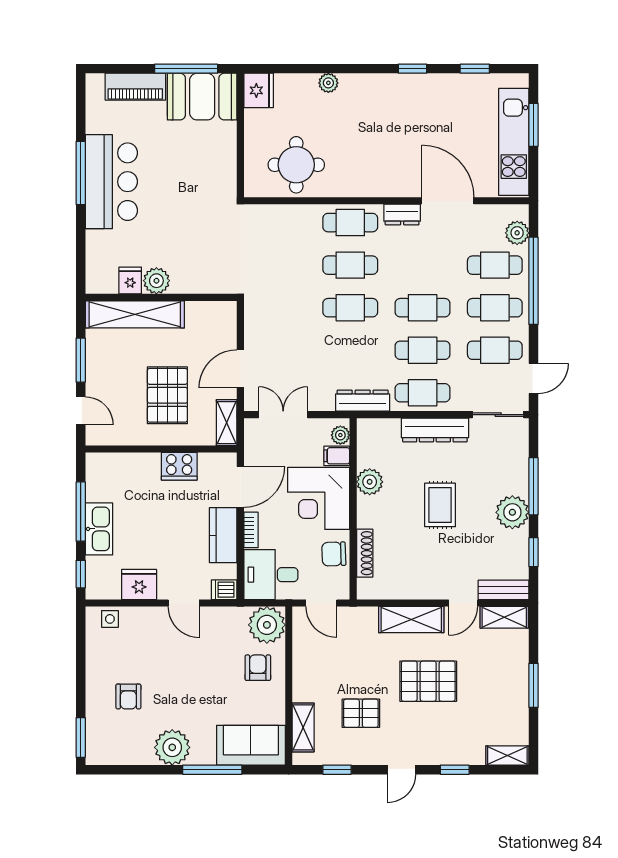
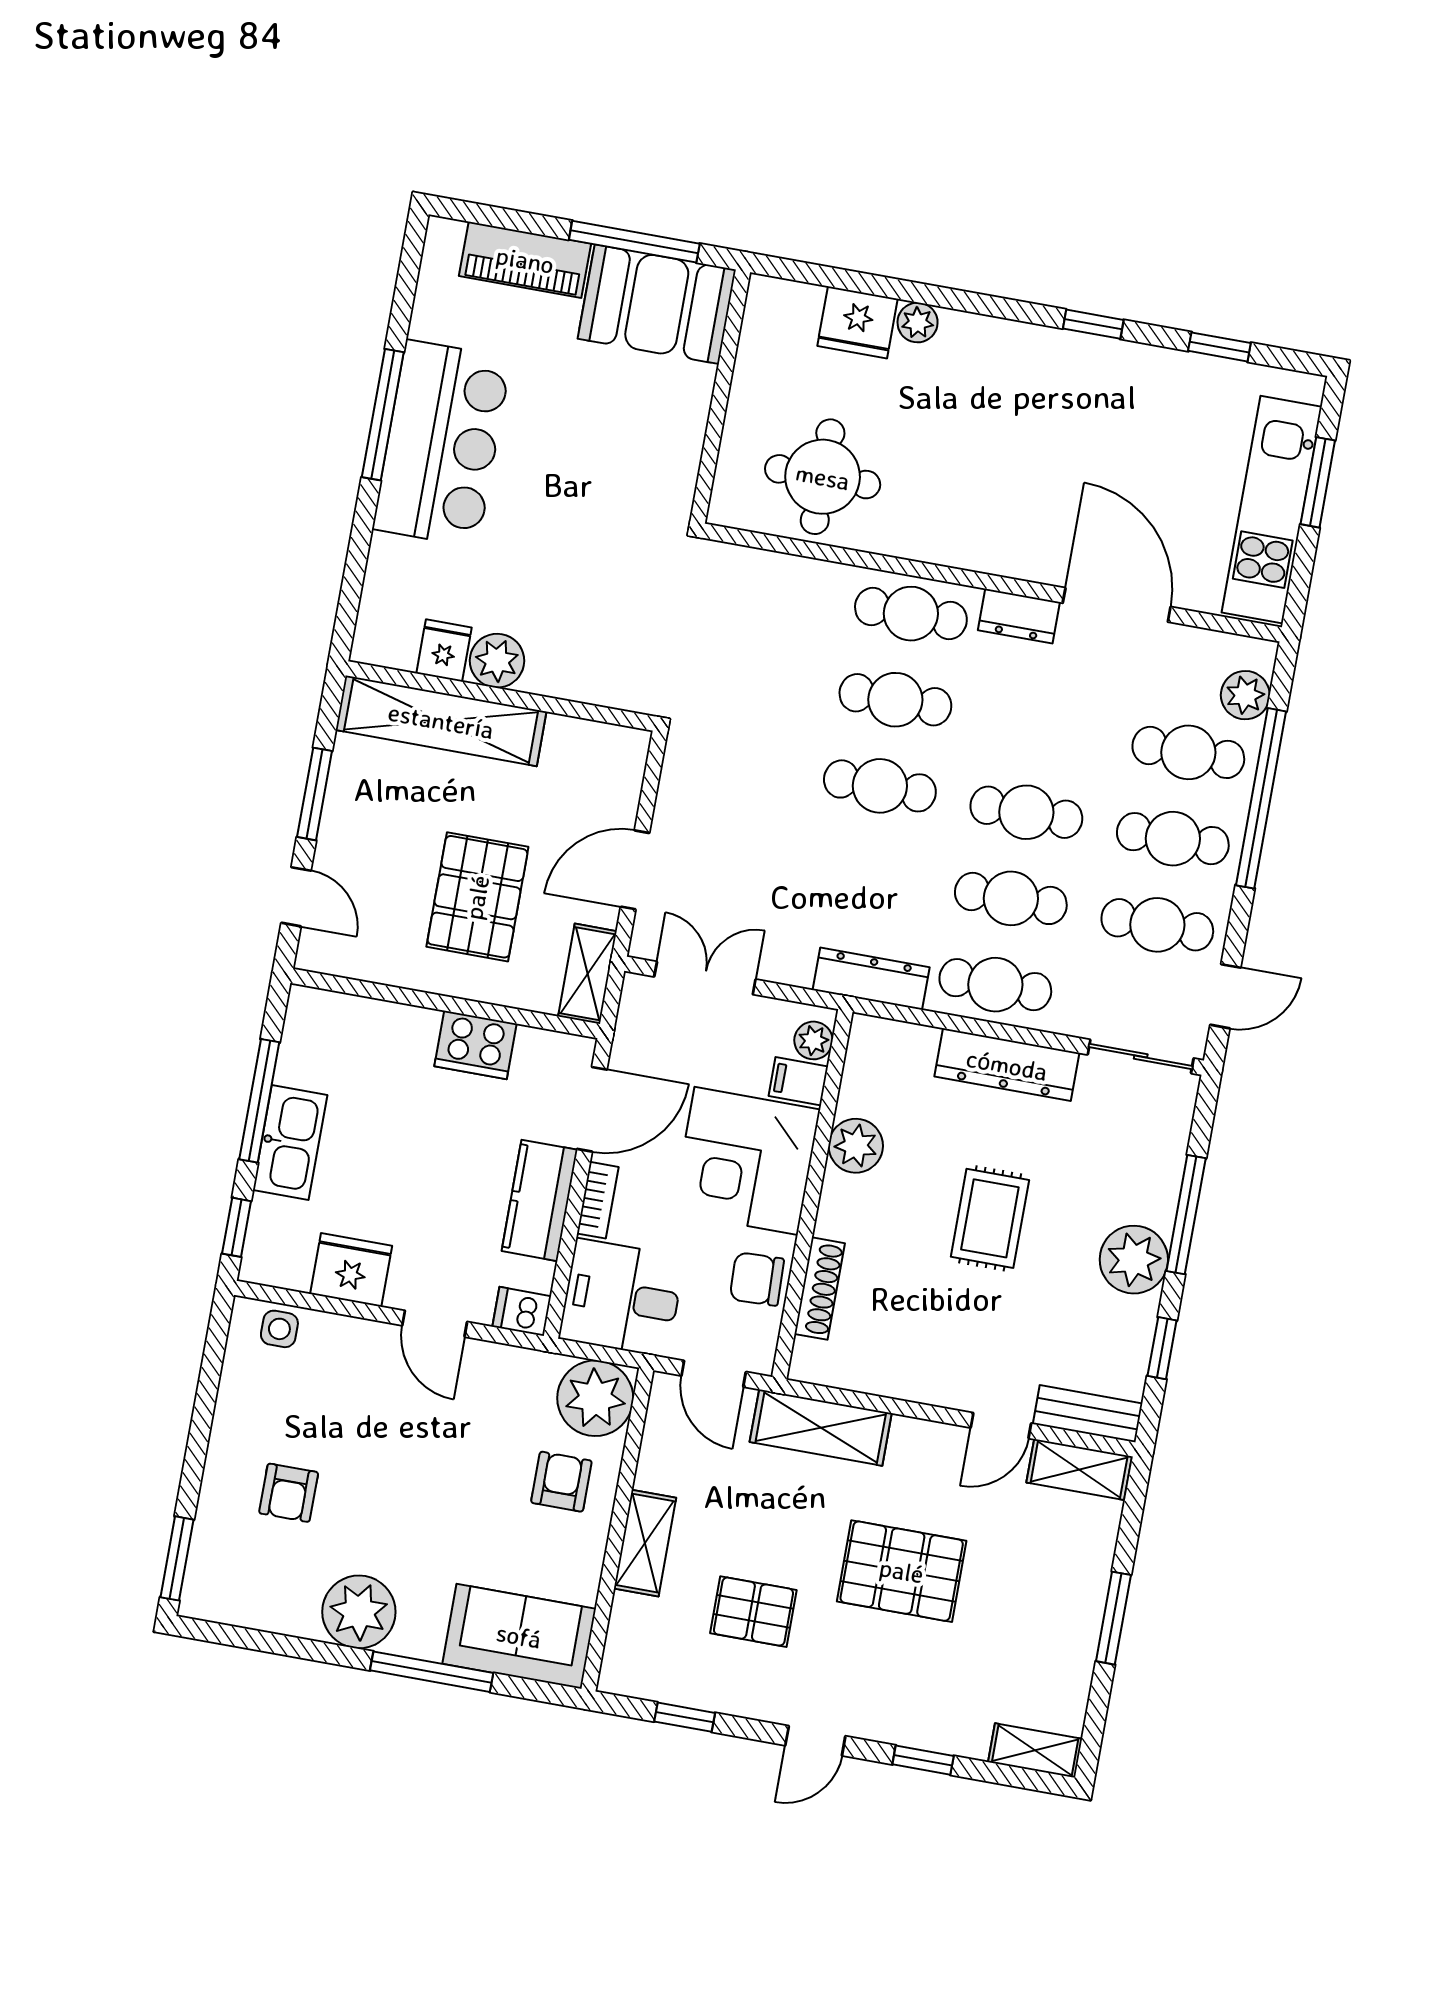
fridge: (259, 90) -> (857, 322), moved, turned 90
shelving: (411, 620) -> (821, 1428), moved
shelving: (303, 727) -> (645, 1543), moved

